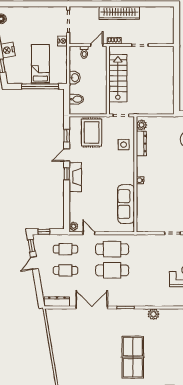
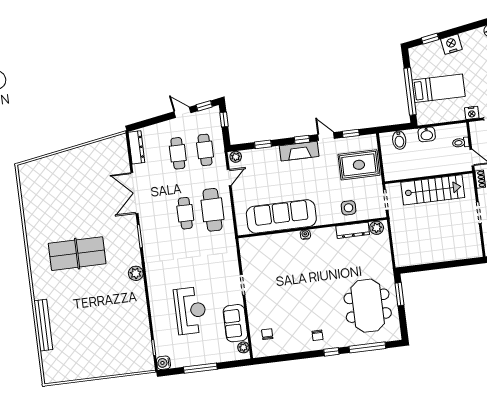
window: (67, 204) -> (263, 144), added
sofa: (126, 204) -> (281, 216), width x1.36, depth x1.27
cafe table: (112, 270) -> (185, 213), width x0.73, depth x0.74
double door: (92, 307) -> (134, 193), swing flipped

